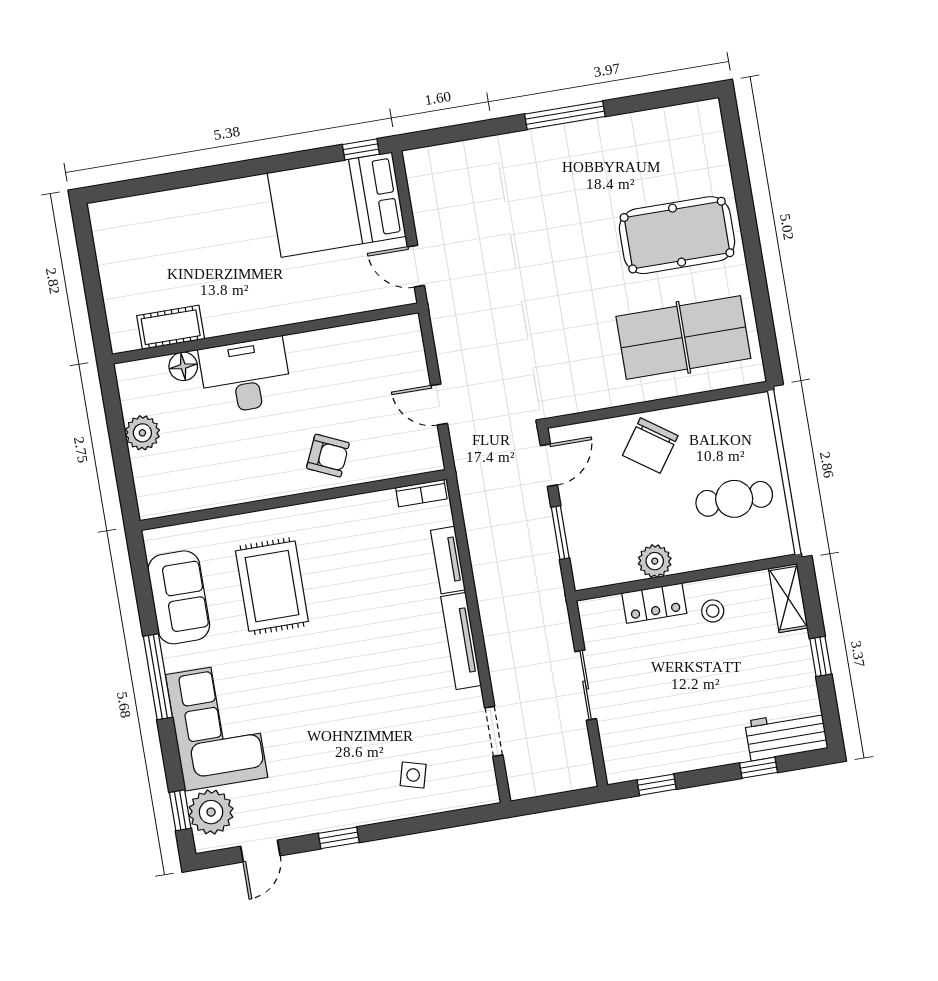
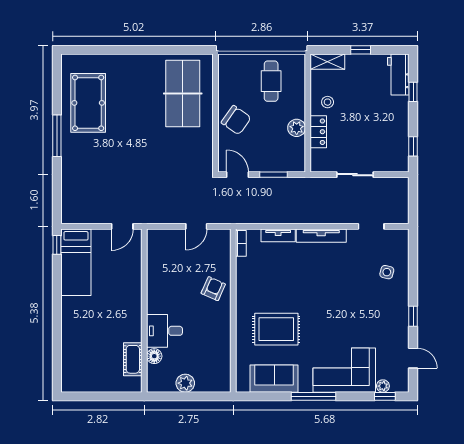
bed: (337, 205) -> (76, 262), width x0.67
pool table: (677, 235) -> (88, 103), moved
desk: (245, 376) -> (164, 331), width x0.73
plant: (211, 812) -> (383, 386), width x0.53, depth x0.53

